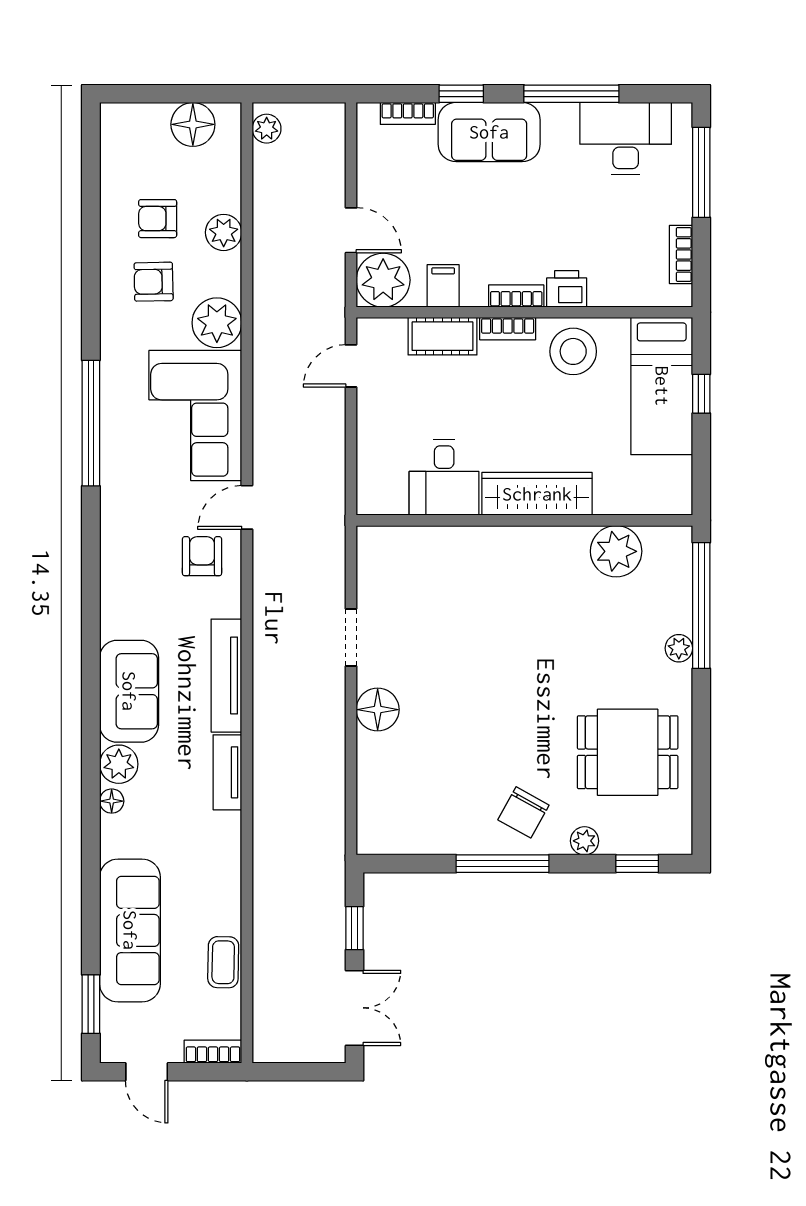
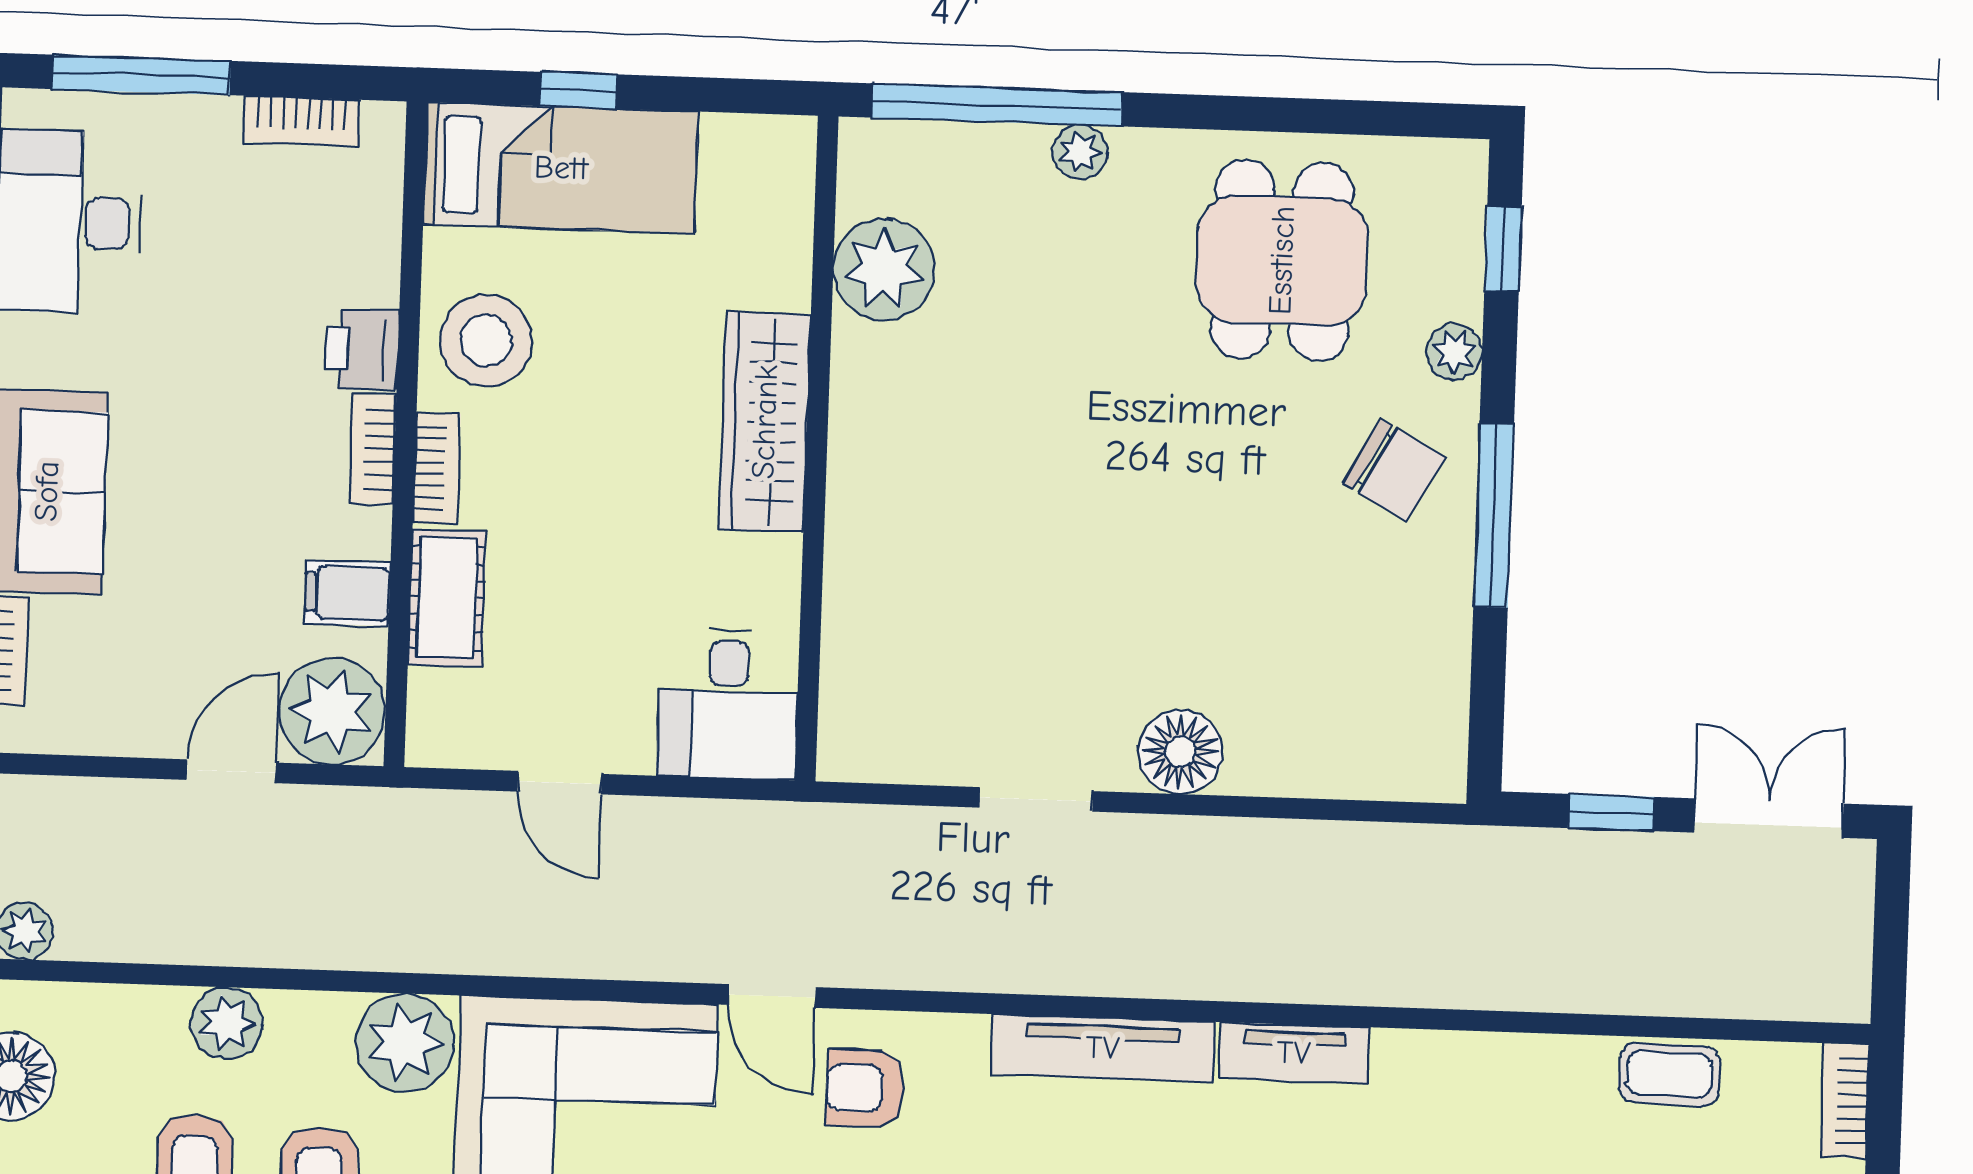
door: (351, 366) -> (560, 783), moved
desk: (444, 477) -> (728, 704), moved, turned 90

